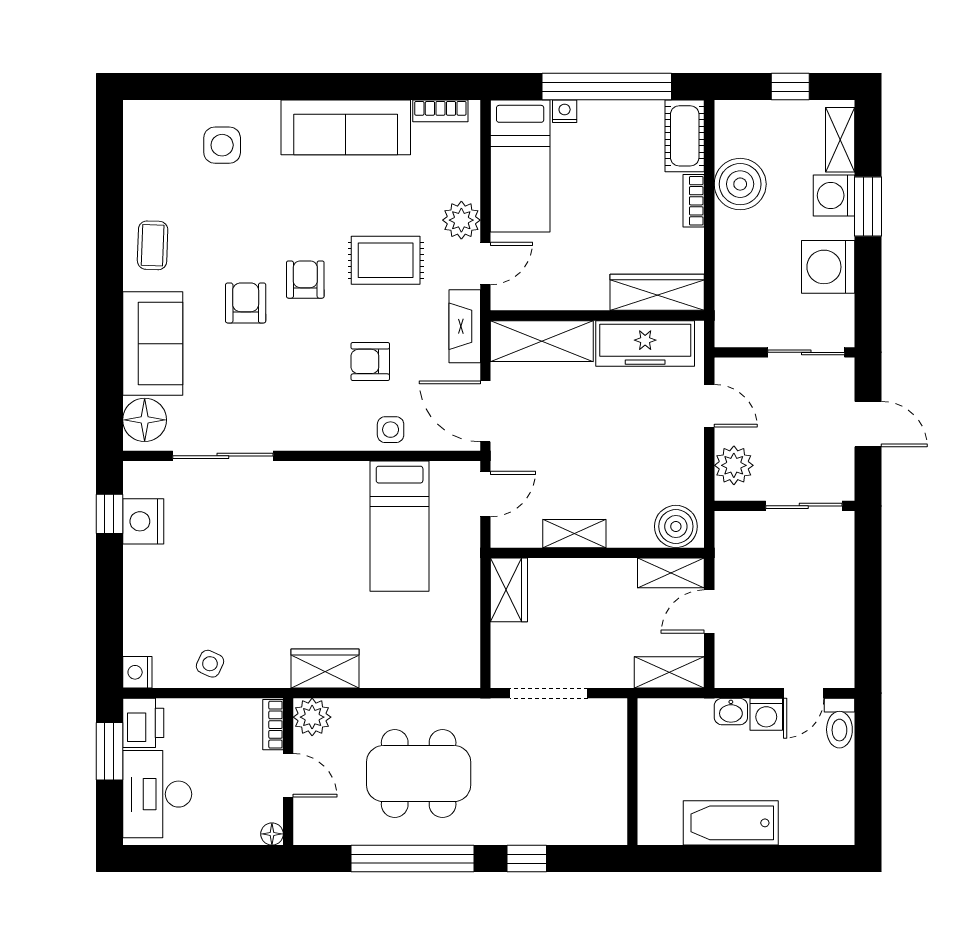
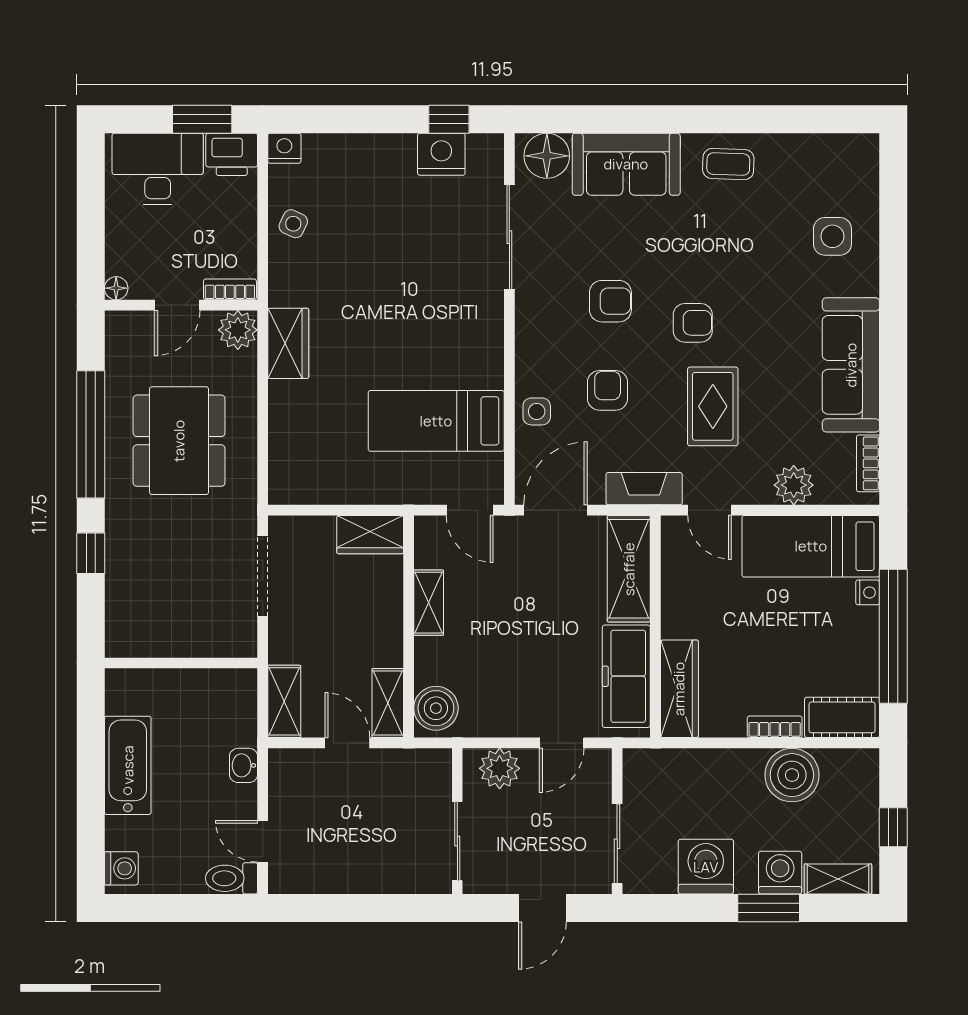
plant: (461, 220) -> (794, 485), moved
armchair: (246, 303) -> (610, 301), moved
washing machine: (766, 714) -> (121, 868), moved, turned 180

